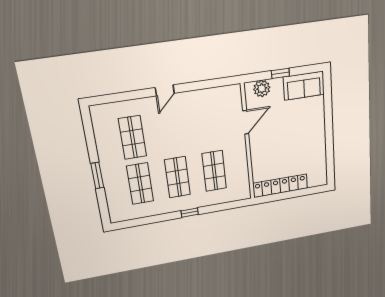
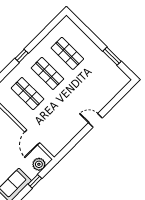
door: (165, 90) -> (95, 120), hinge flipped
shop shelf: (132, 137) -> (93, 79), removed
window: (97, 175) -> (112, 56), moved

